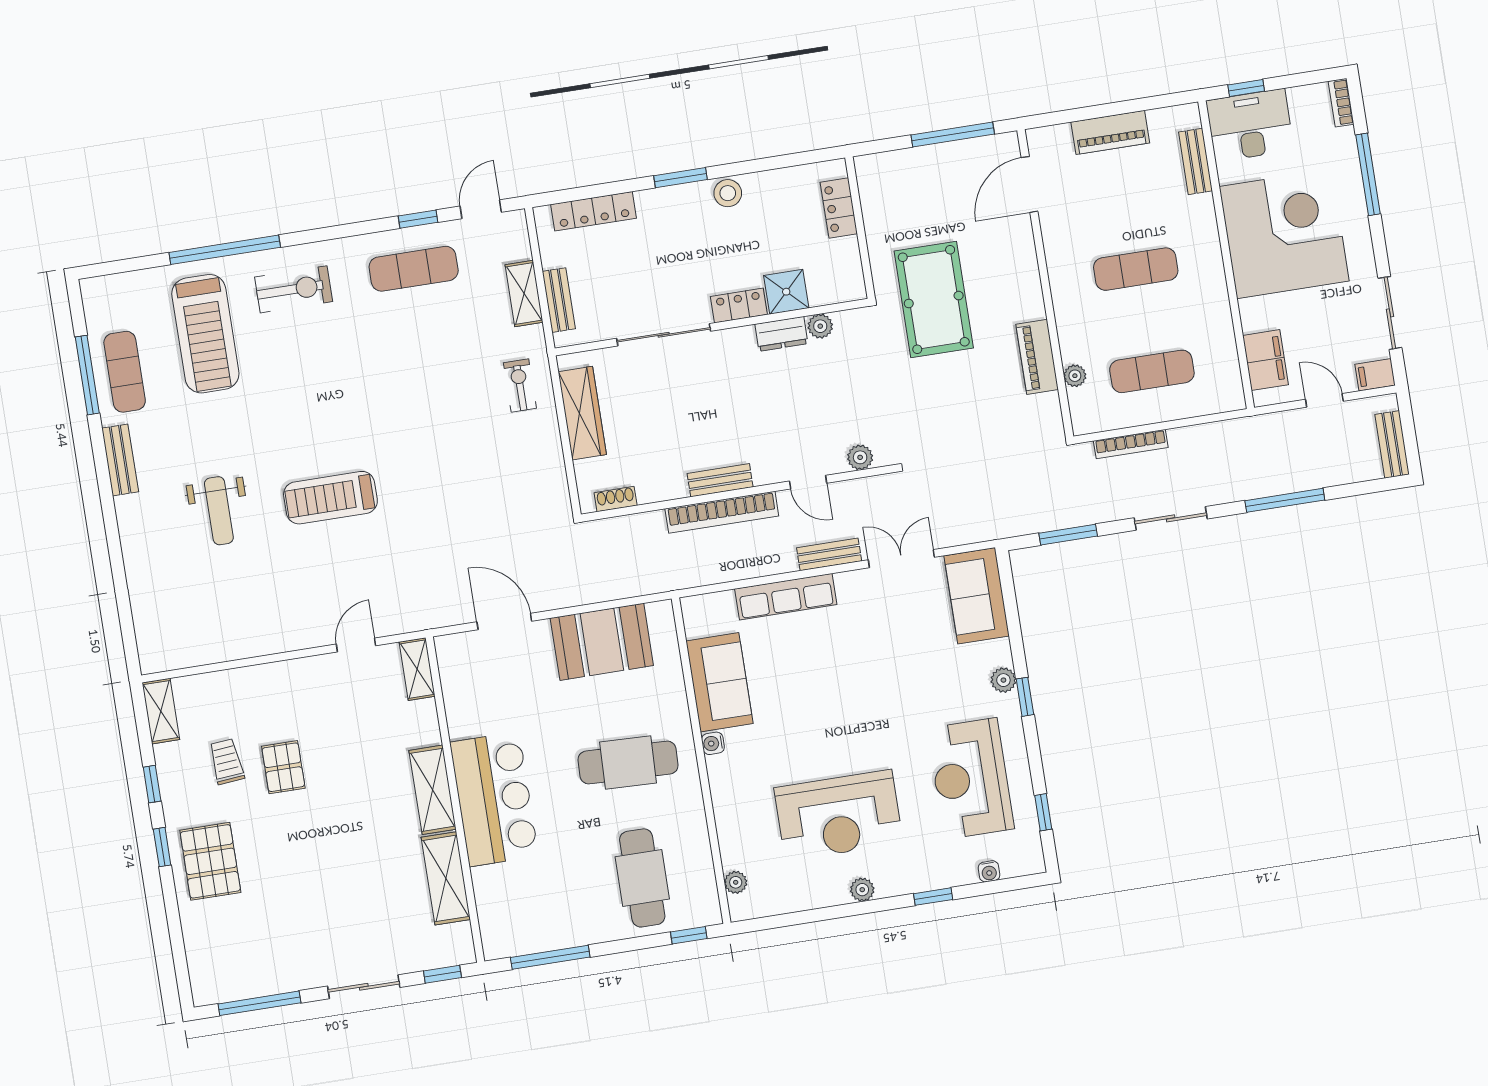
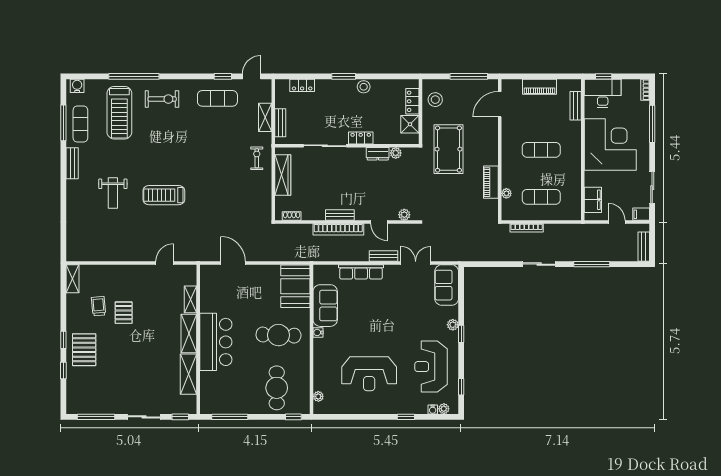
stool: (888, 196) -> (435, 100), added
locker: (593, 211) -> (302, 85), width x0.66
water cooler: (104, 290) -> (77, 86), added
shower: (786, 292) -> (410, 124), moved
window: (1068, 535) -> (492, 264), removed
booth: (602, 642) -> (295, 286), moved, turned 90
shelving: (417, 669) -> (190, 299), moved
window: (152, 784) -> (63, 370), moved
plant: (862, 890) -> (444, 409), moved

